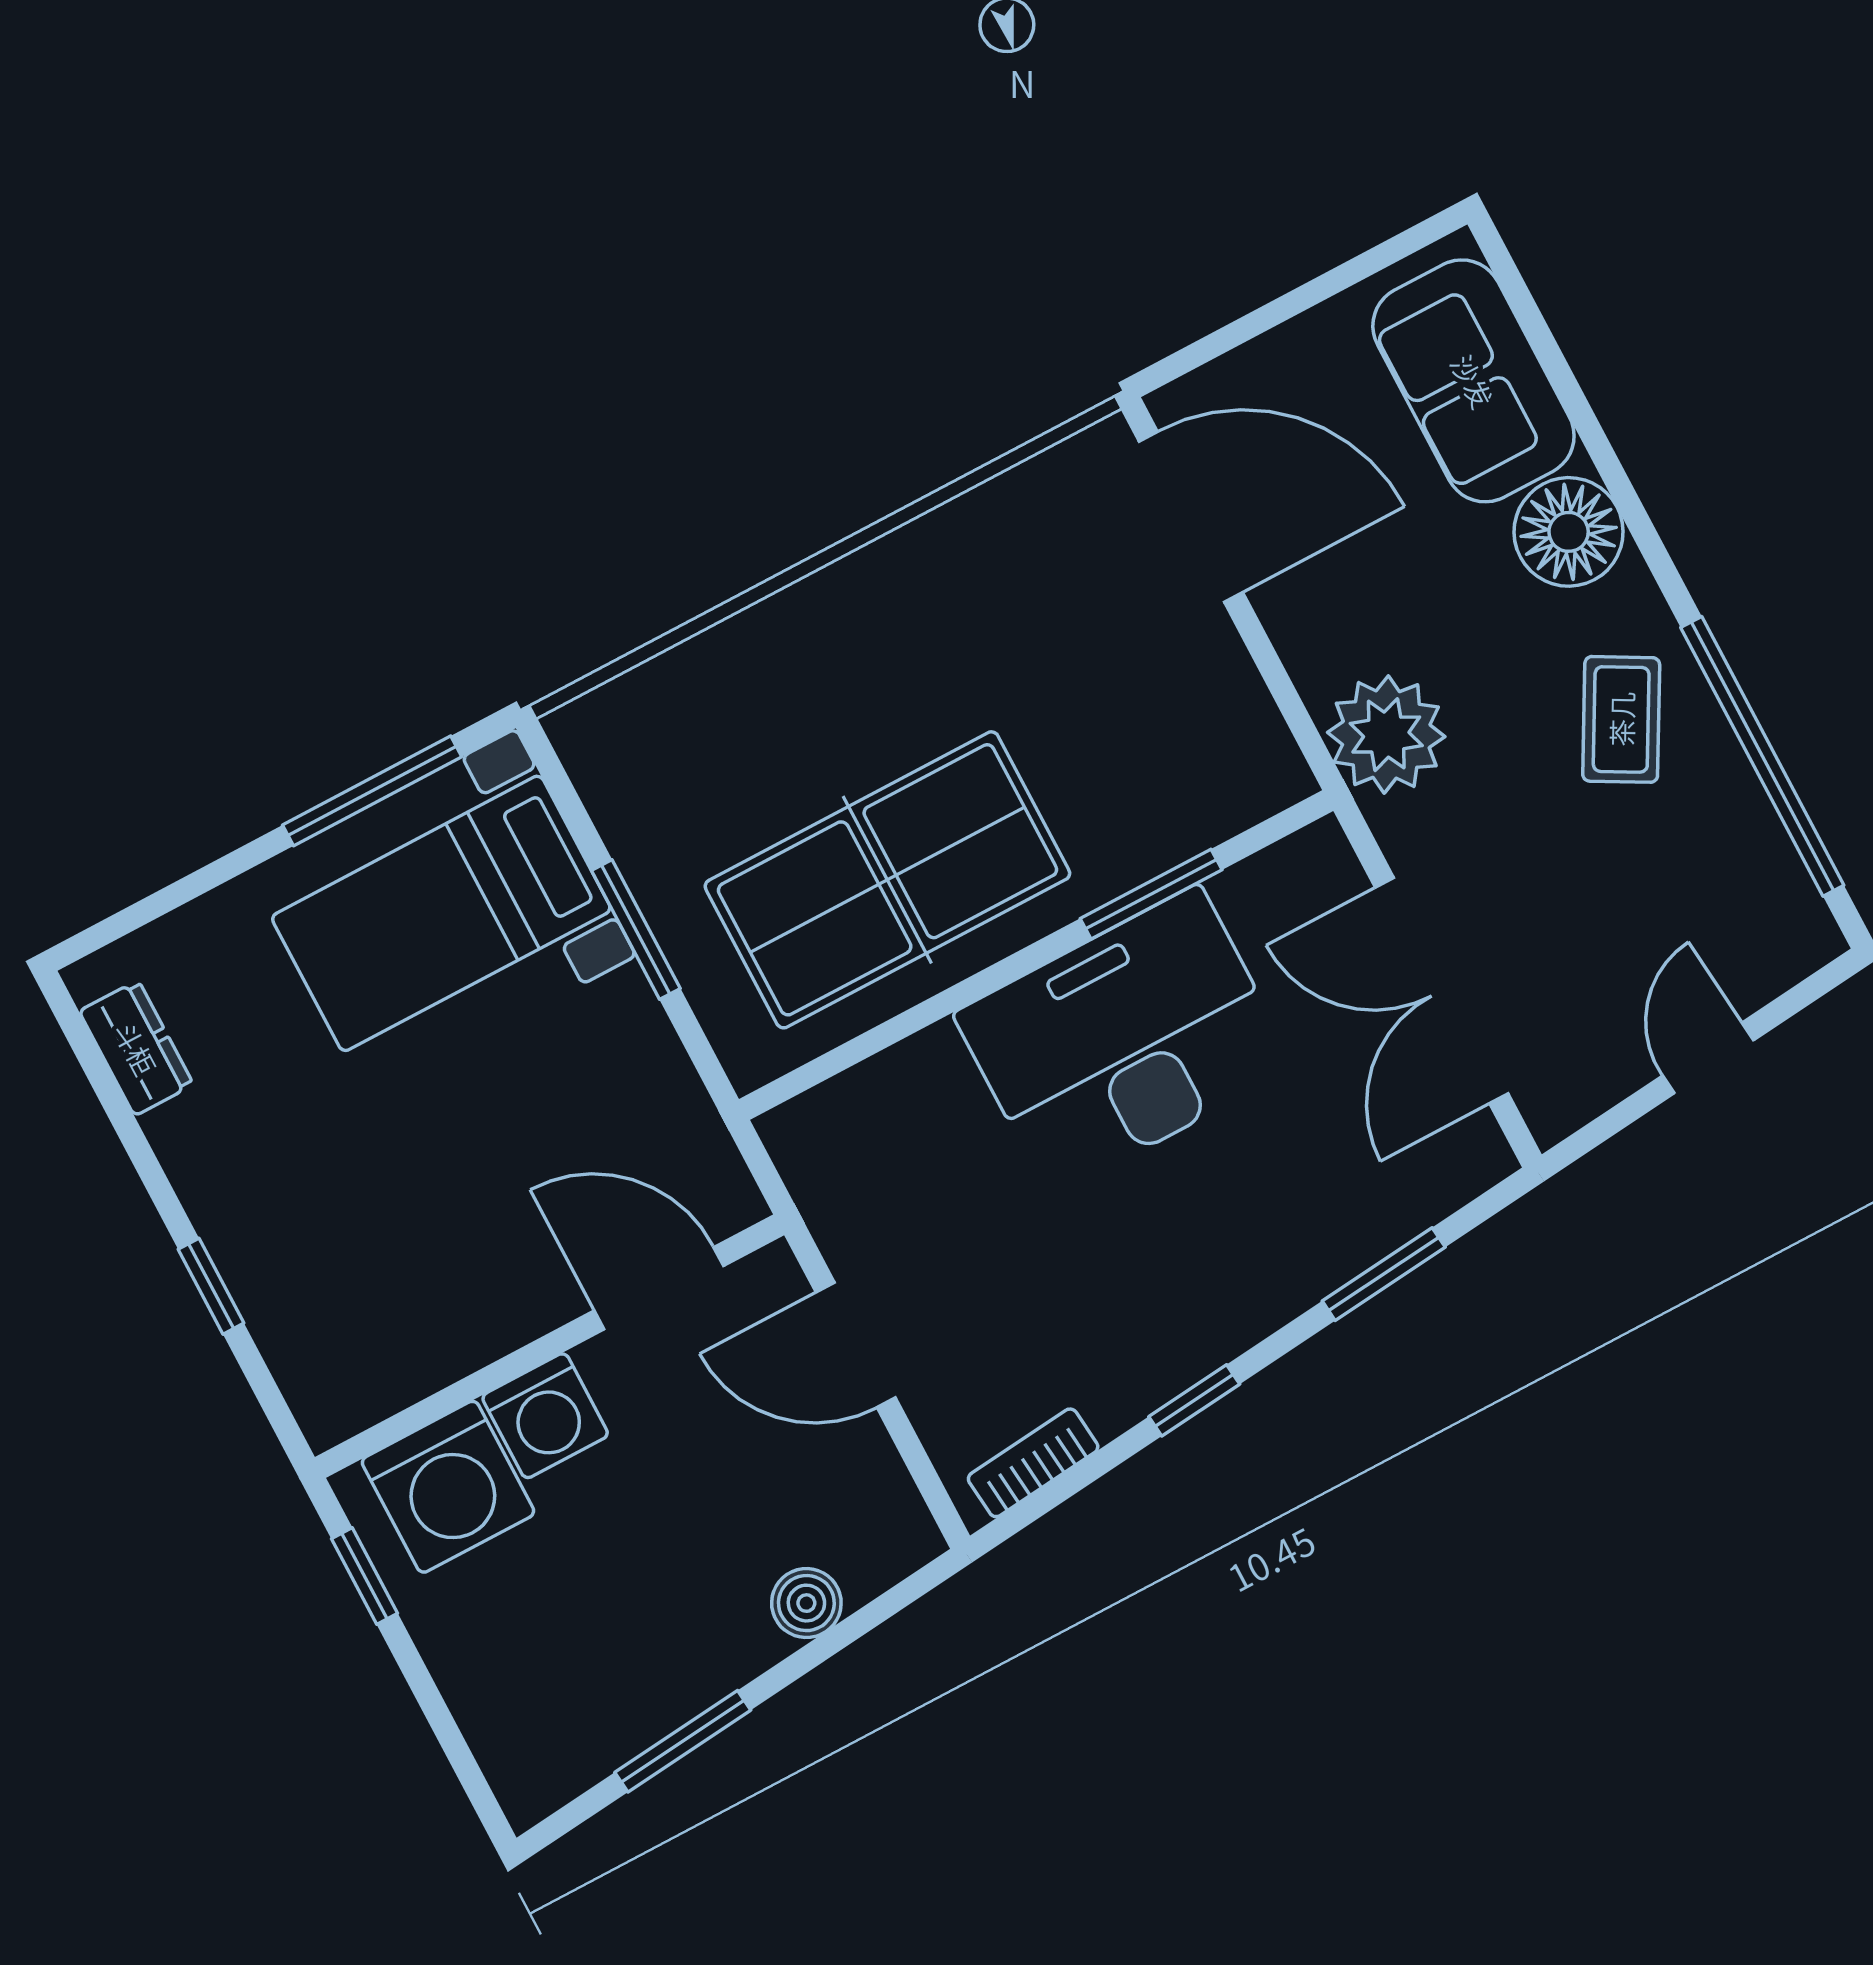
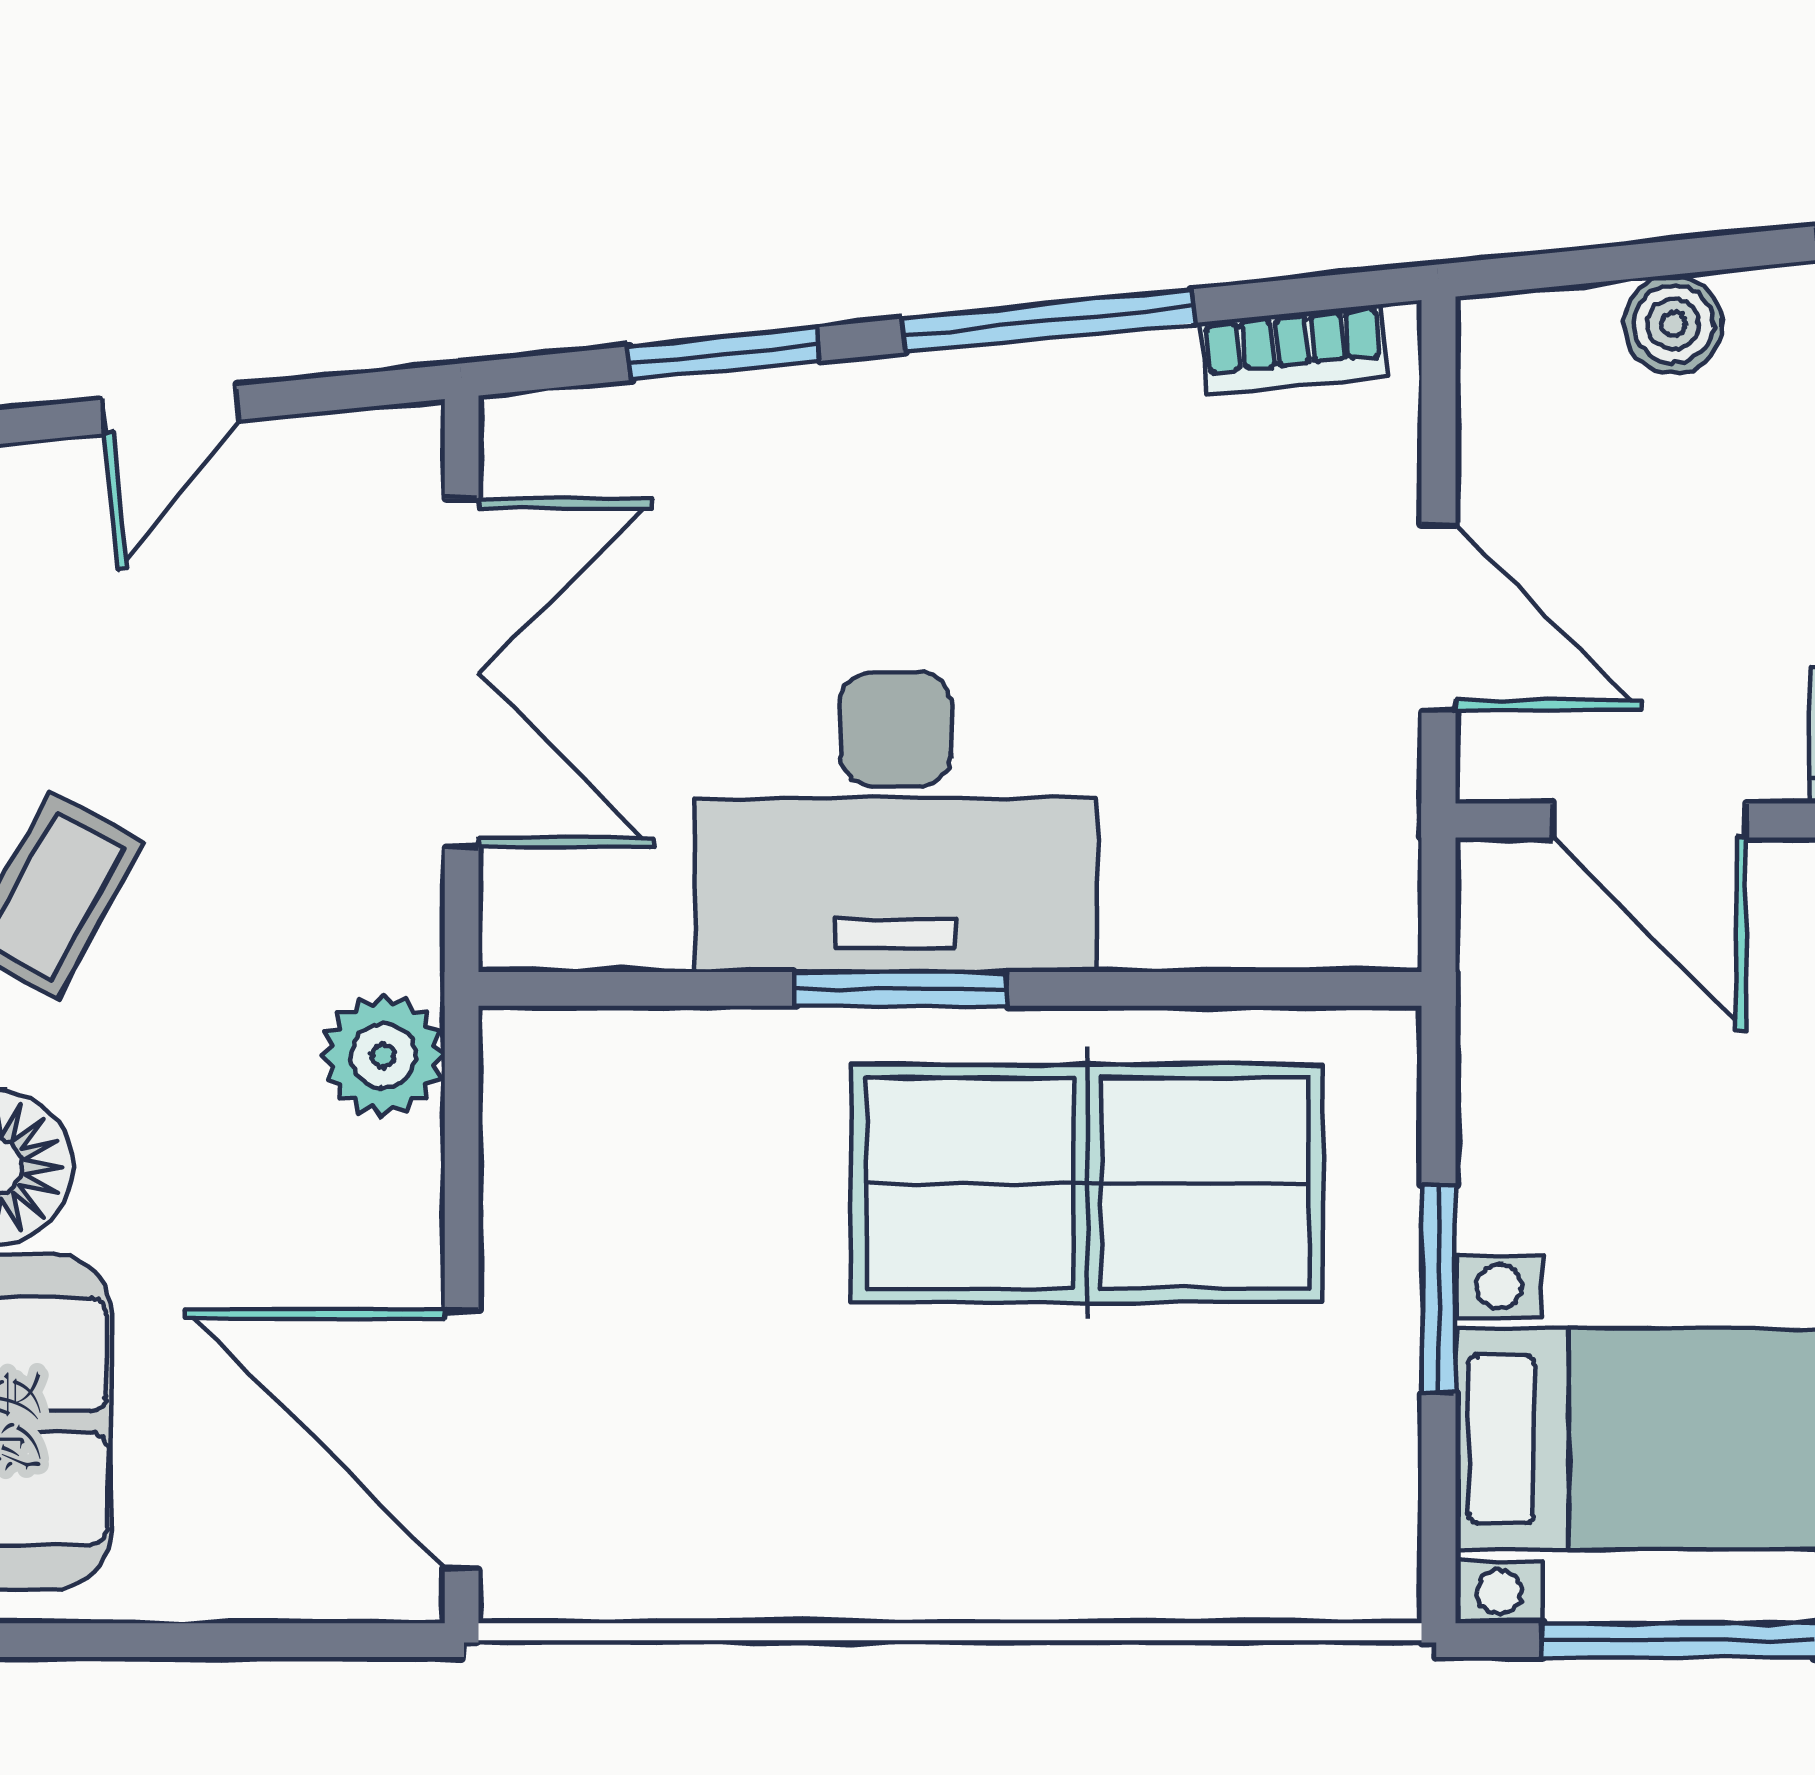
plant: (1386, 735) -> (383, 1056), width x0.73, depth x0.73
window: (1151, 894) -> (901, 989), moved
window: (1194, 1400) -> (1048, 321), width x2.17

